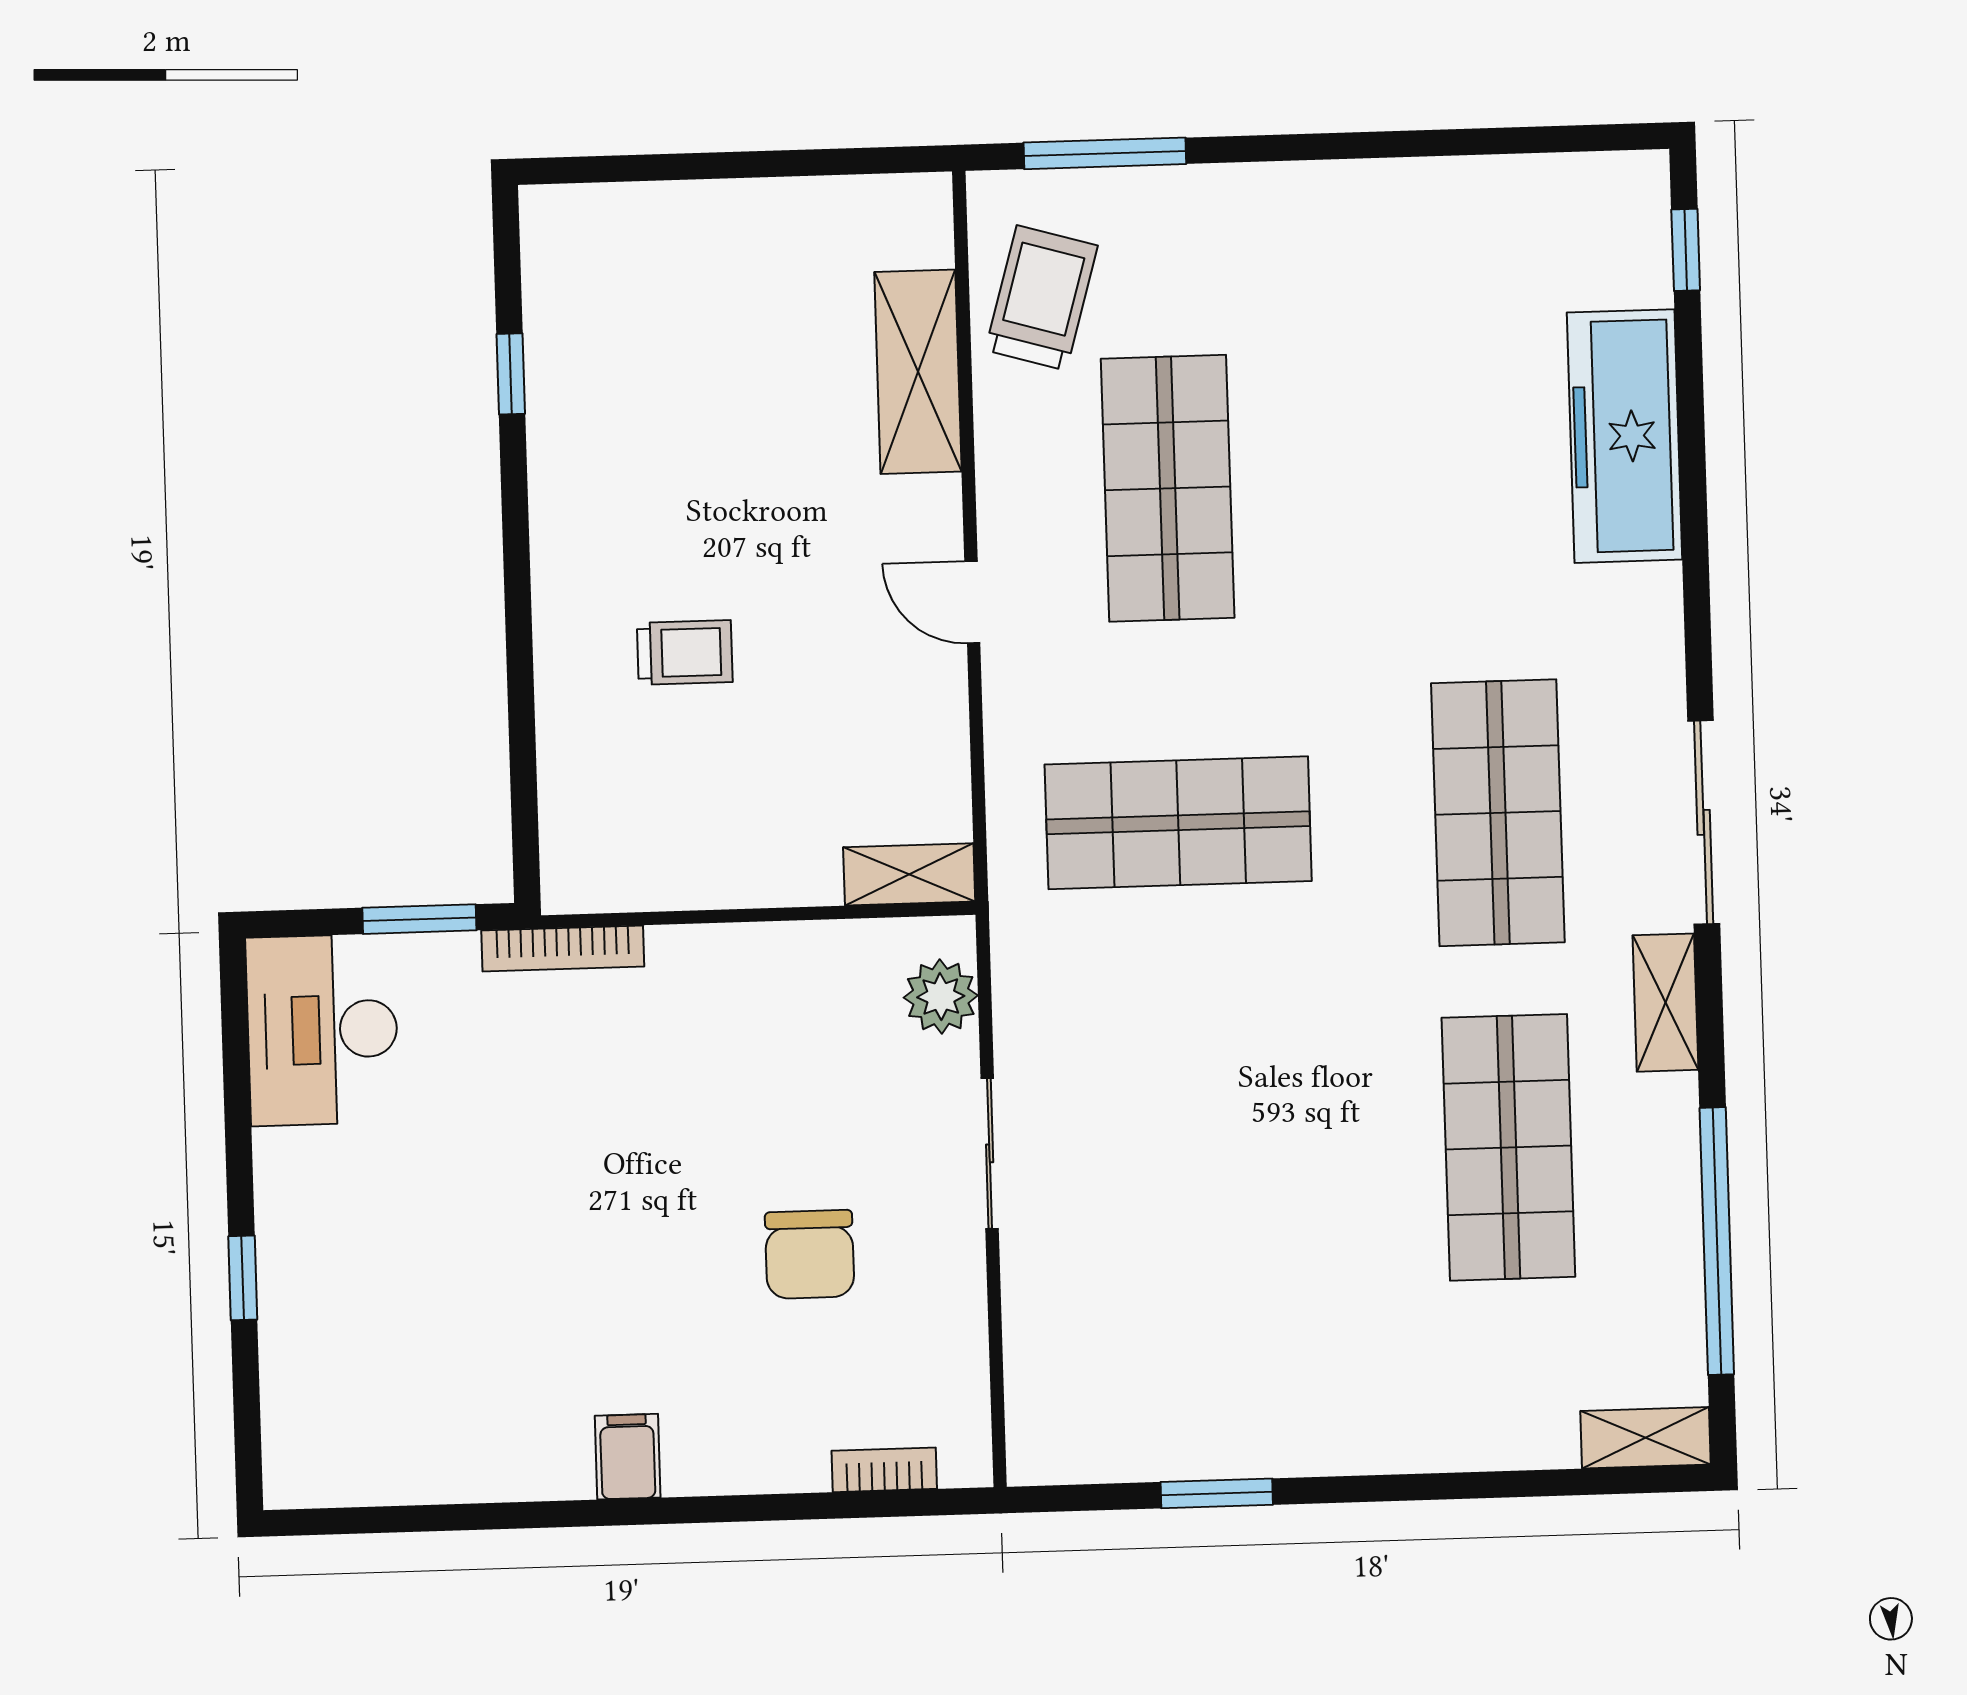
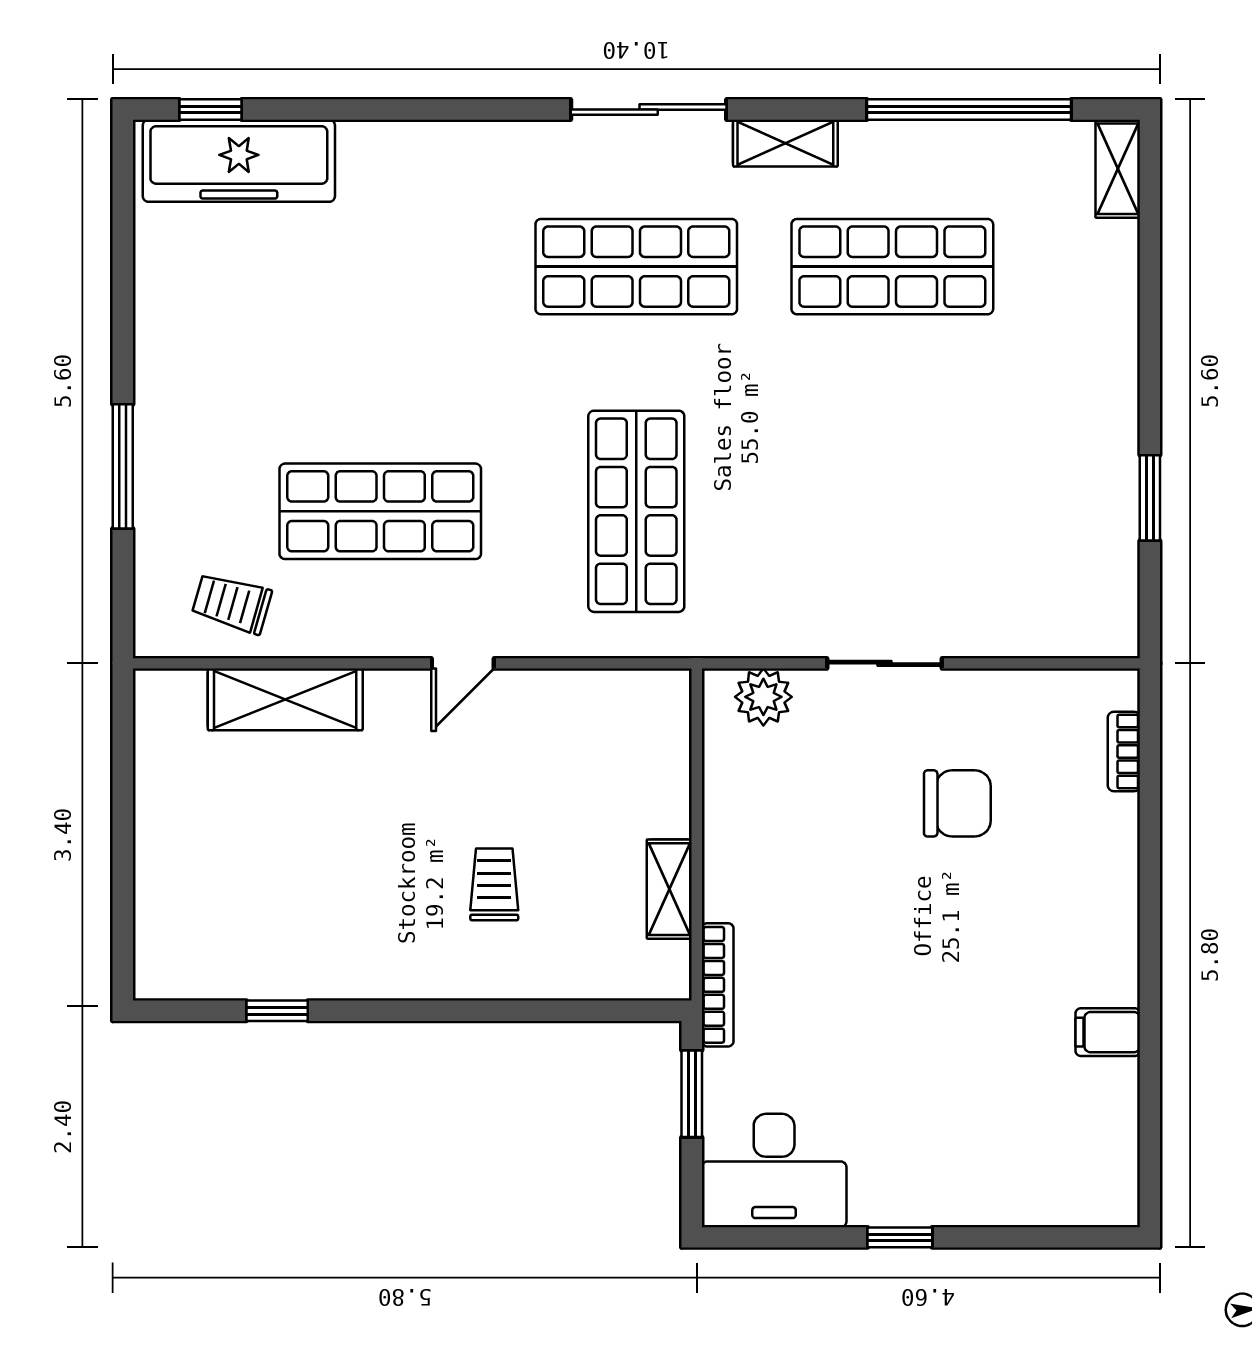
window: (1105, 153) -> (123, 466), moved
trolley: (1041, 298) -> (232, 603), width x0.73, depth x0.72
freezer: (1625, 436) -> (239, 161), moved
shelving: (909, 874) -> (669, 889), moved
window: (243, 1278) -> (900, 1237), moved
filing cabinet: (628, 1457) -> (1108, 1032), moved

